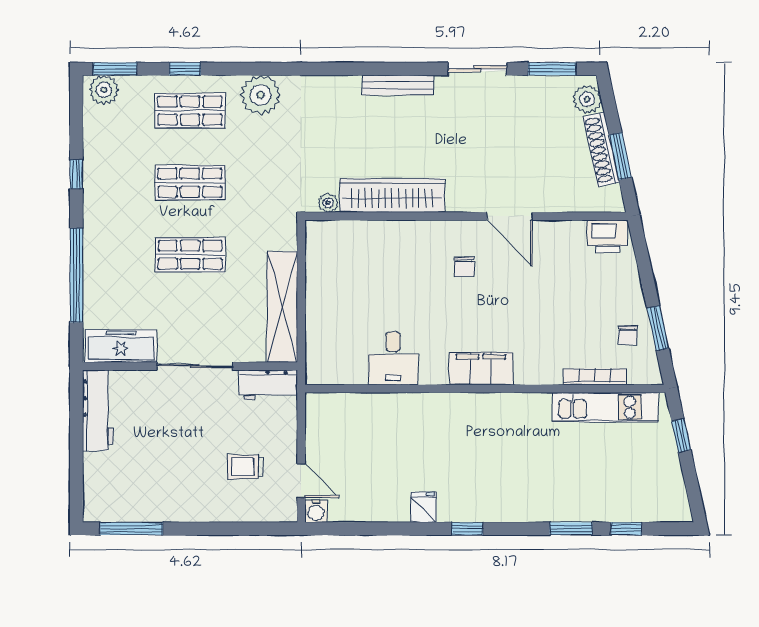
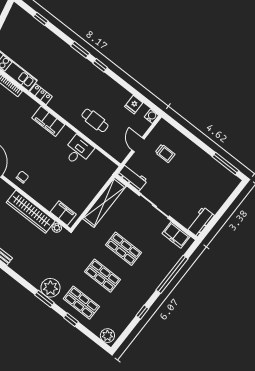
window: (115, 69) -> (44, 299), moved
filing cabinet: (337, 235) -> (63, 213), added
chair: (464, 267) -> (22, 177), moved
freezer: (121, 346) -> (176, 235), width x0.71
locker: (528, 404) -> (41, 94), added
workbench: (98, 410) -> (200, 222), width x0.73
cafe table: (404, 430) -> (95, 120), added
door: (301, 481) -> (138, 145), moved
fridge: (423, 507) -> (134, 105), moved
window: (571, 529) -> (80, 50), moved

